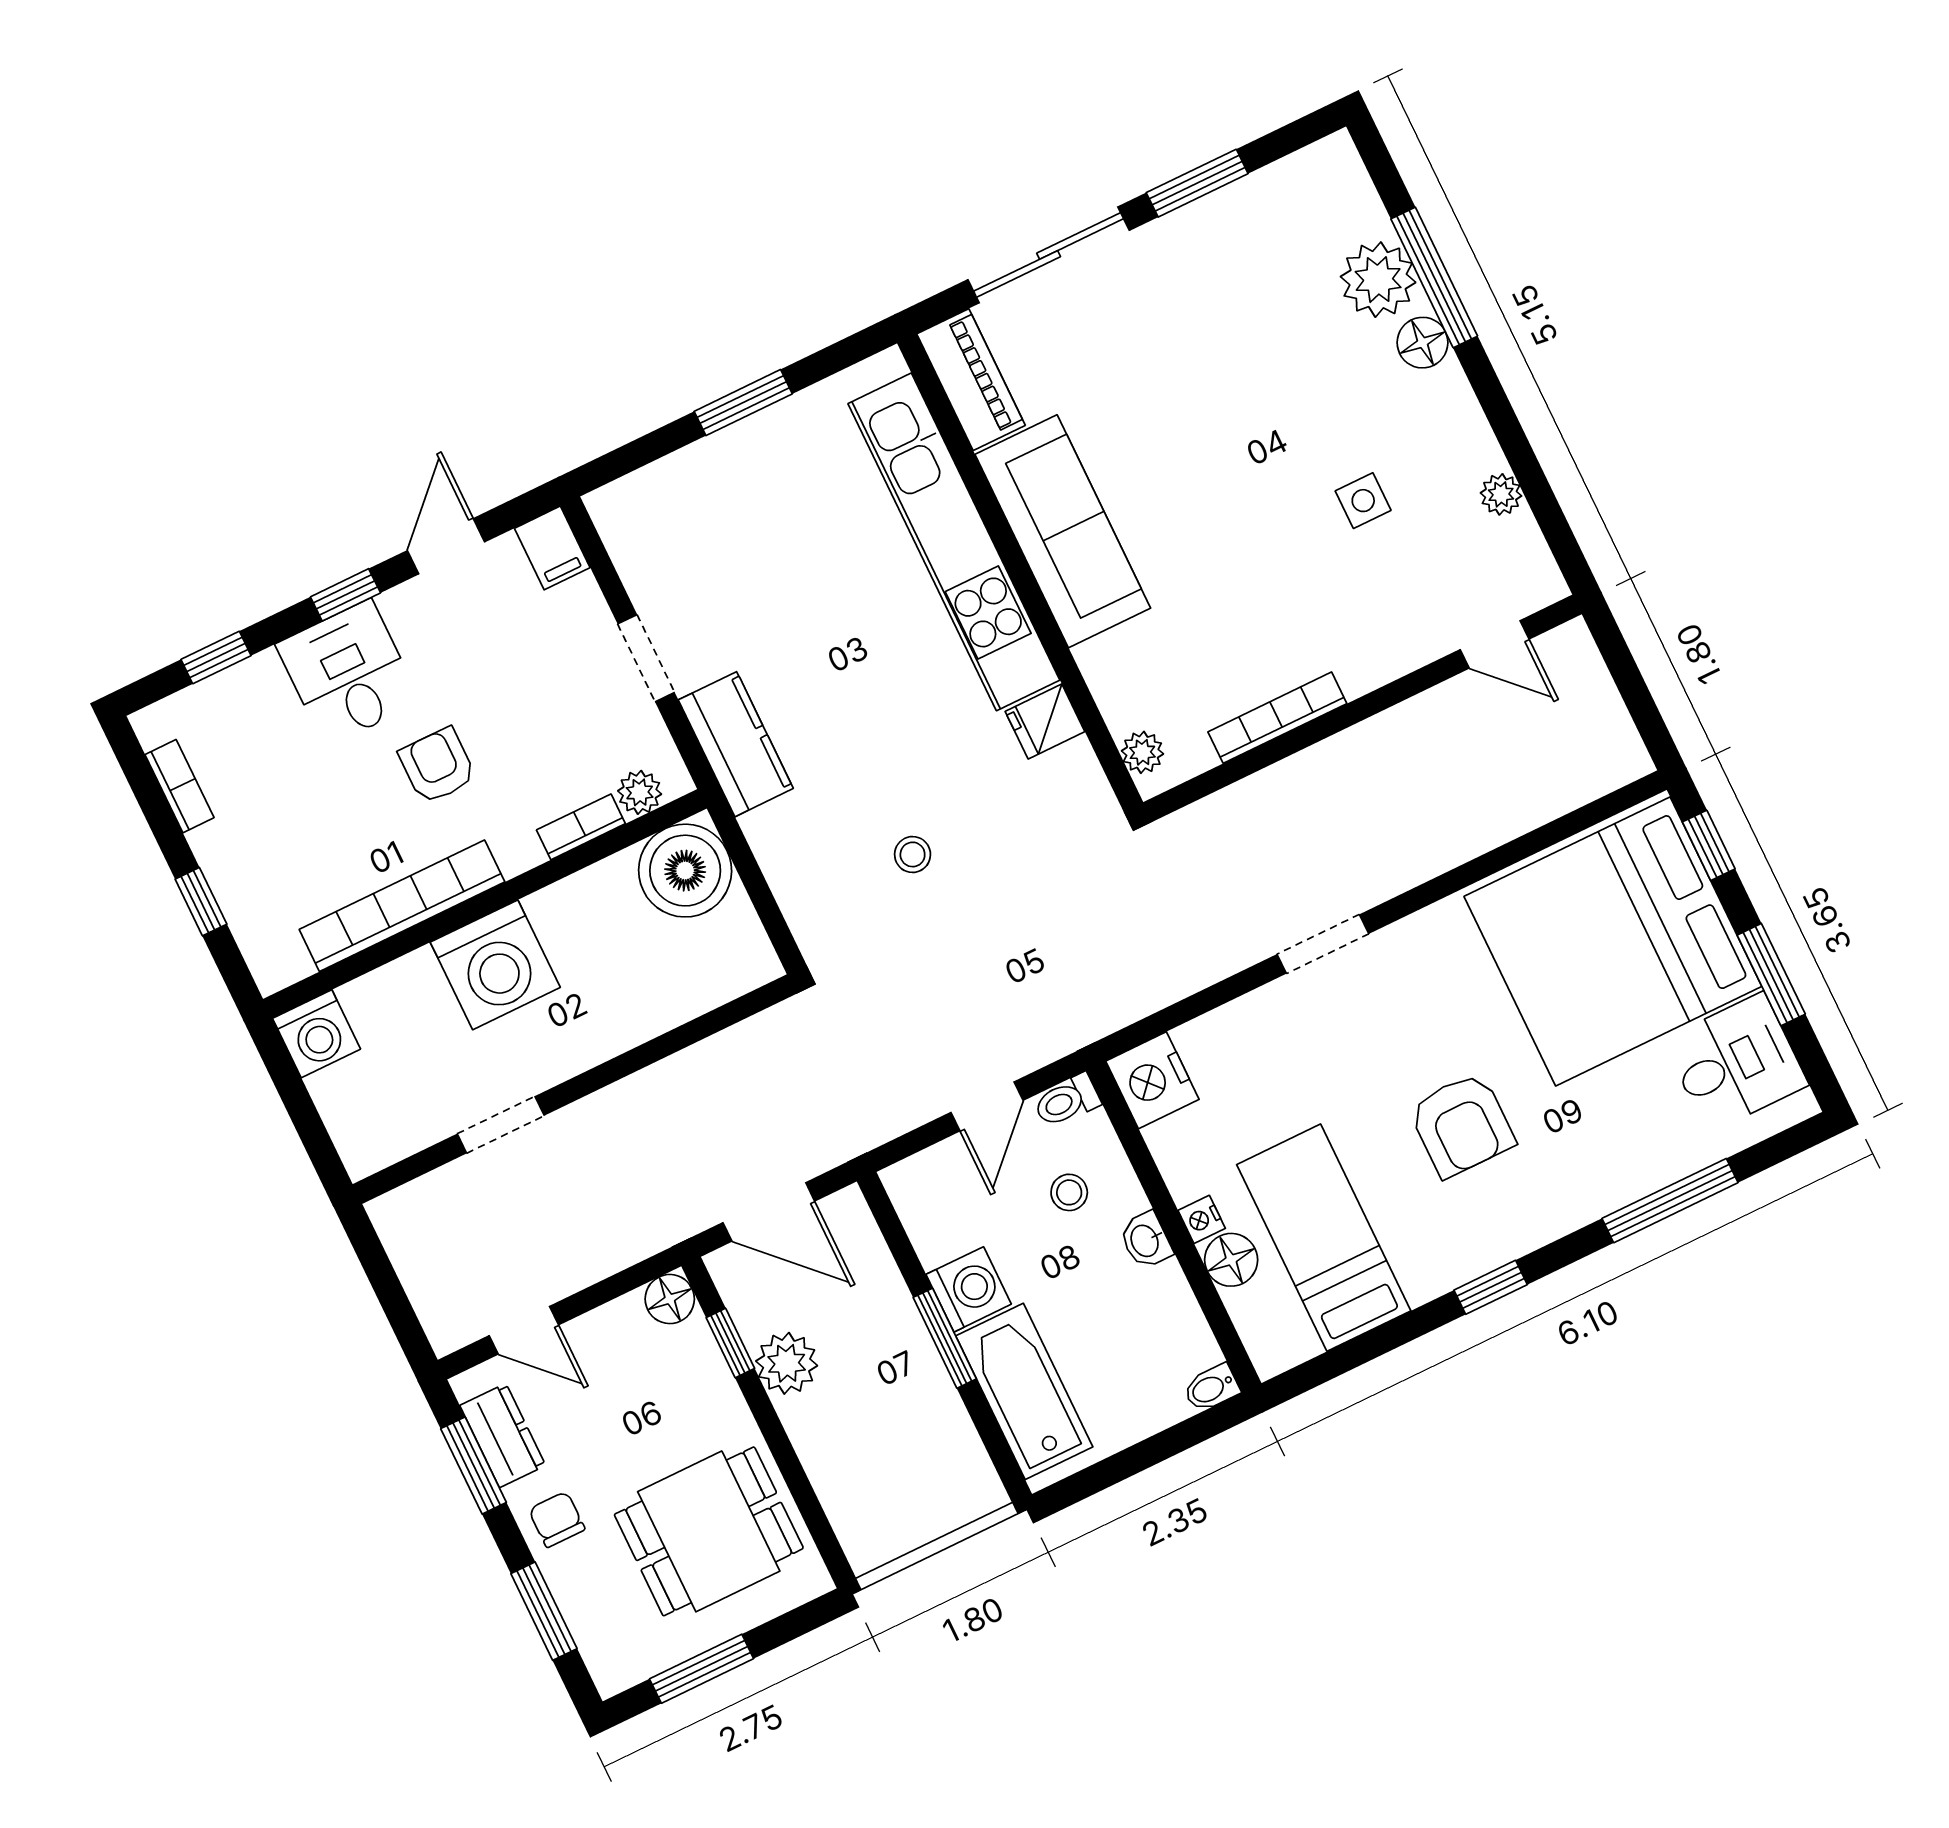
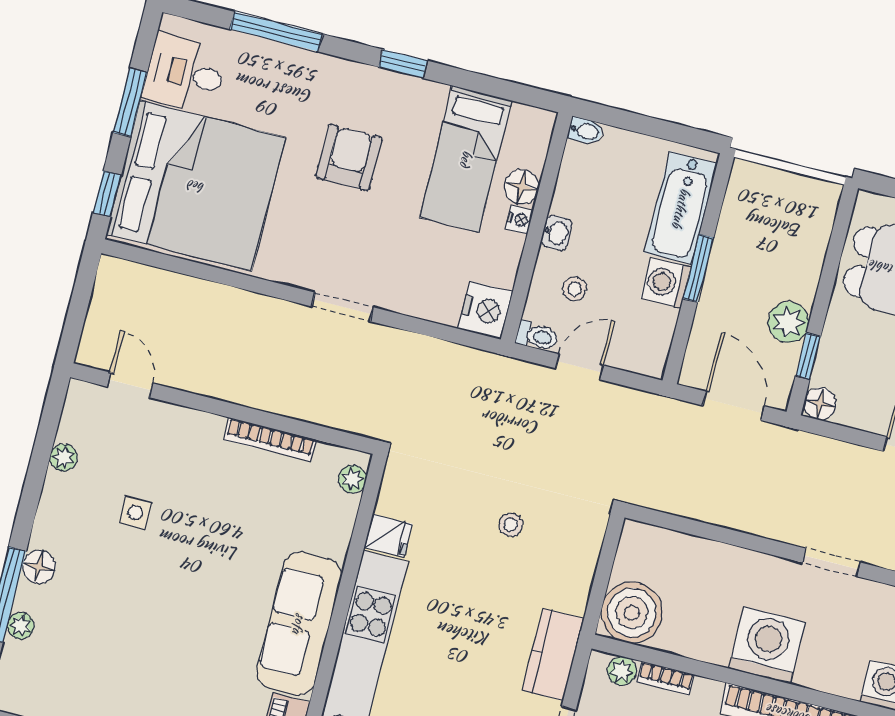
plant: (1378, 280) -> (21, 626), width x0.53, depth x0.53

